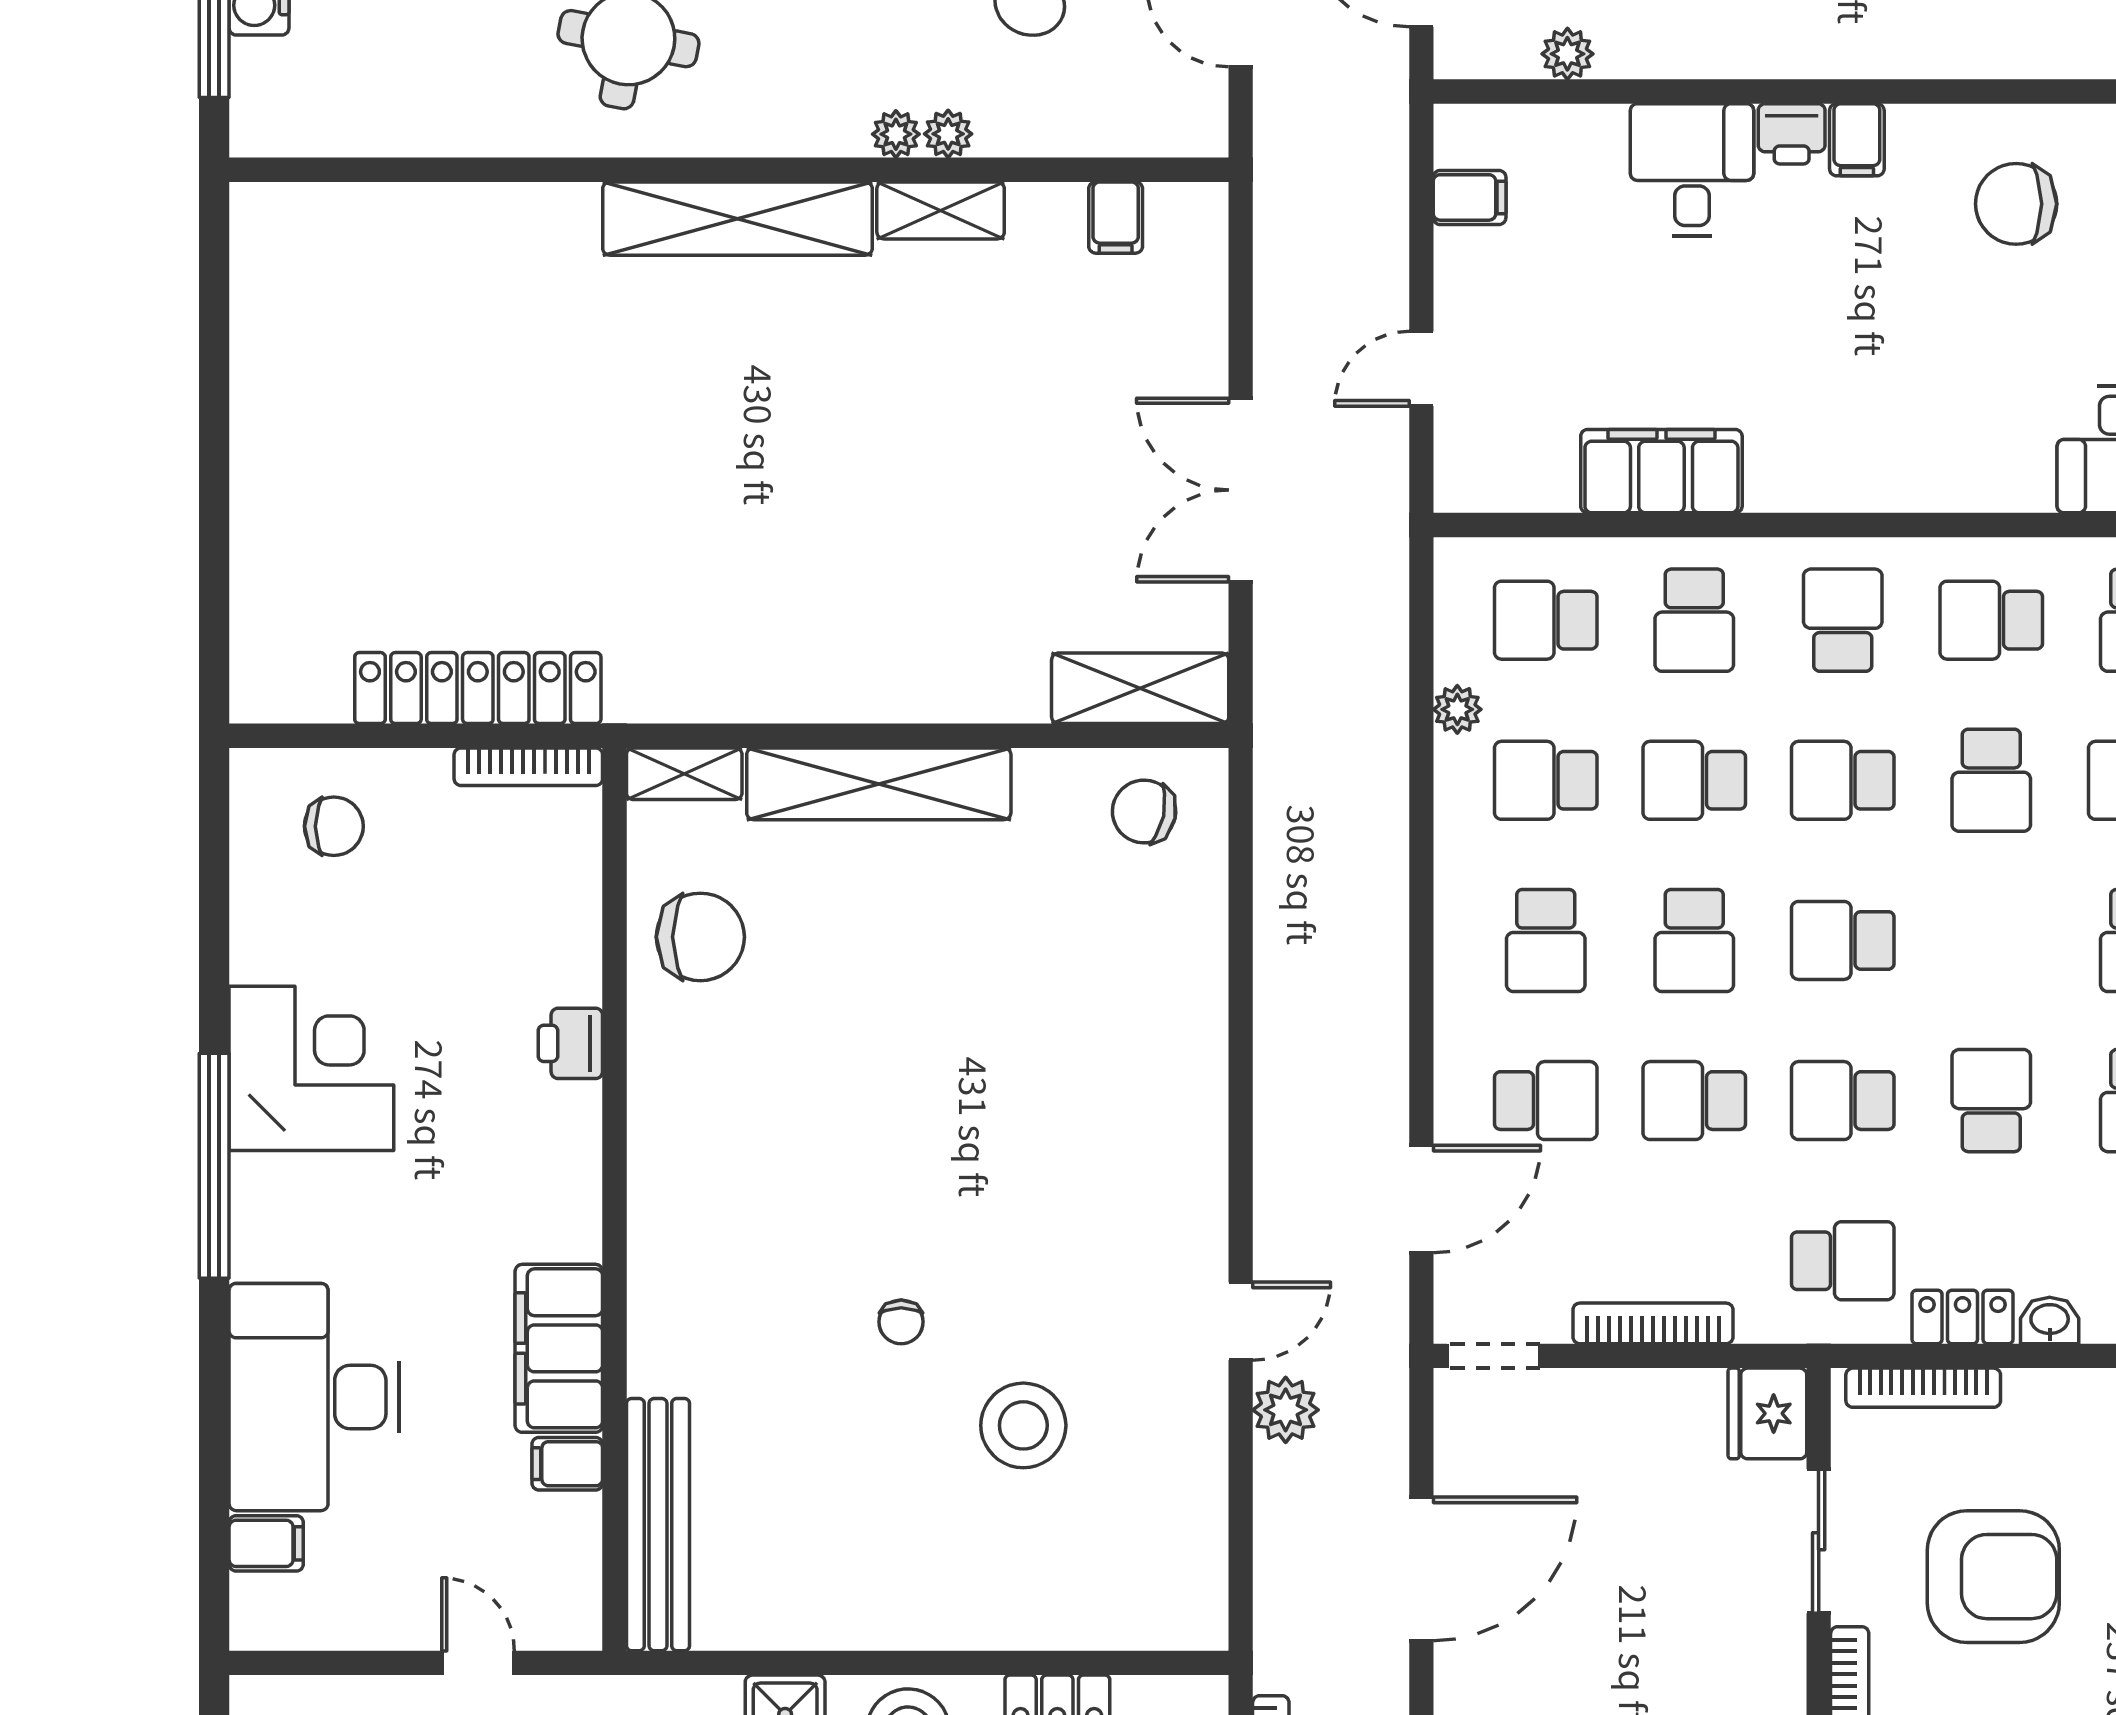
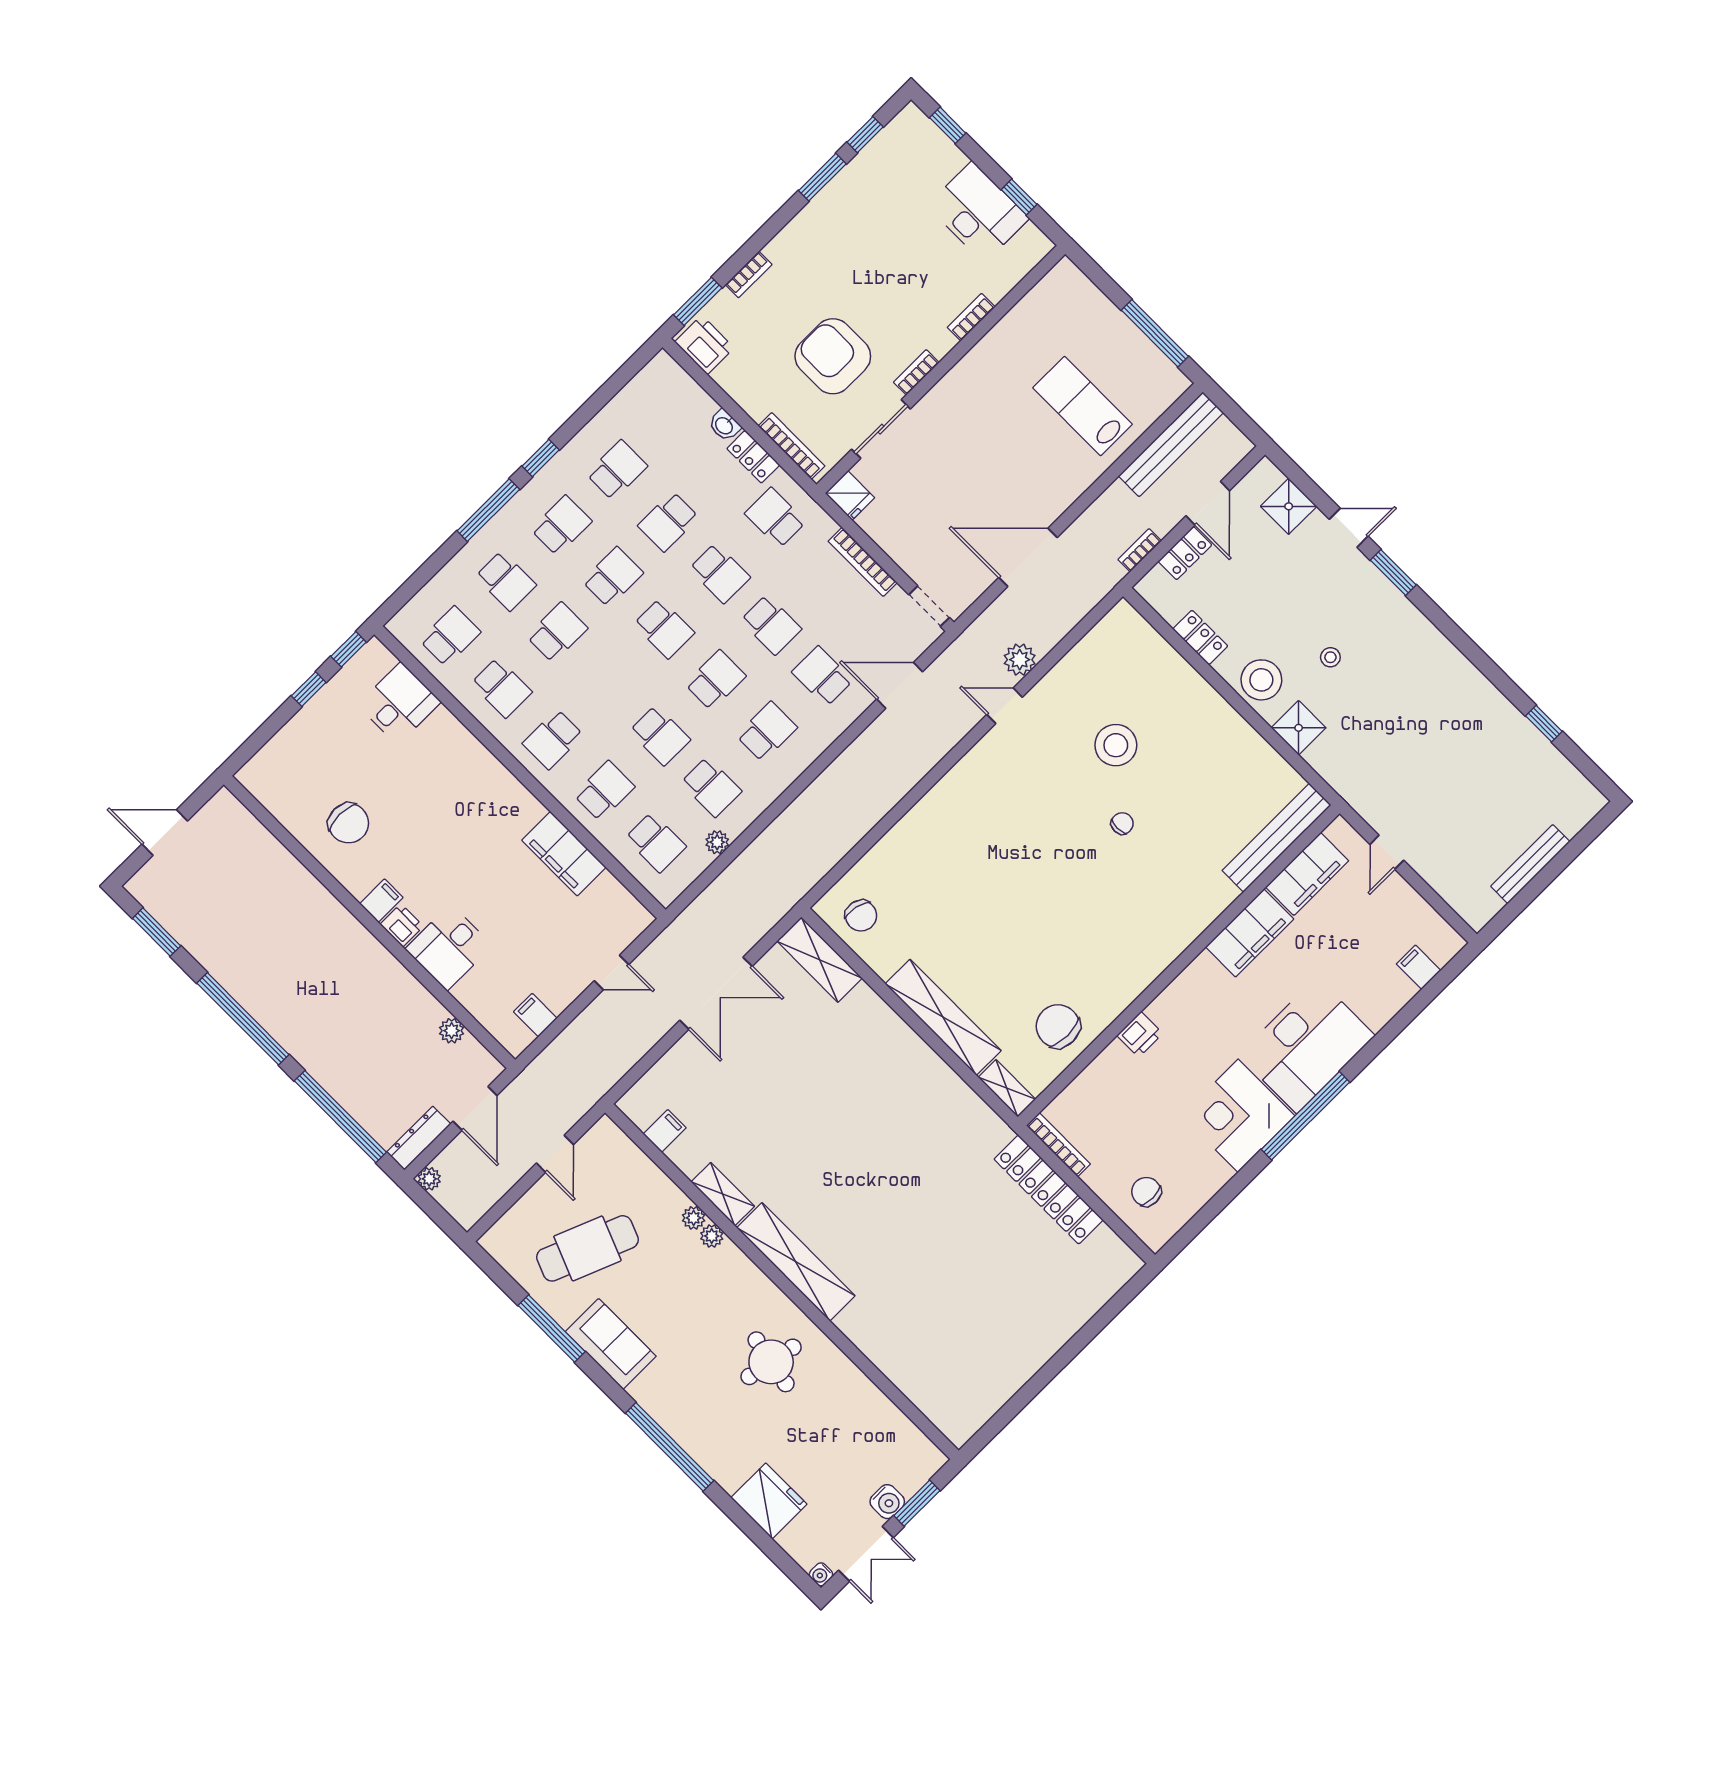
school desk: (1843, 780) -> (613, 577), moved, turned -90
desk: (314, 1397) -> (1307, 1045), moved
fridge: (1767, 1413) -> (850, 495), width x0.72
filing cabinet: (567, 1464) -> (1307, 874), width x3.00, depth x1.17

